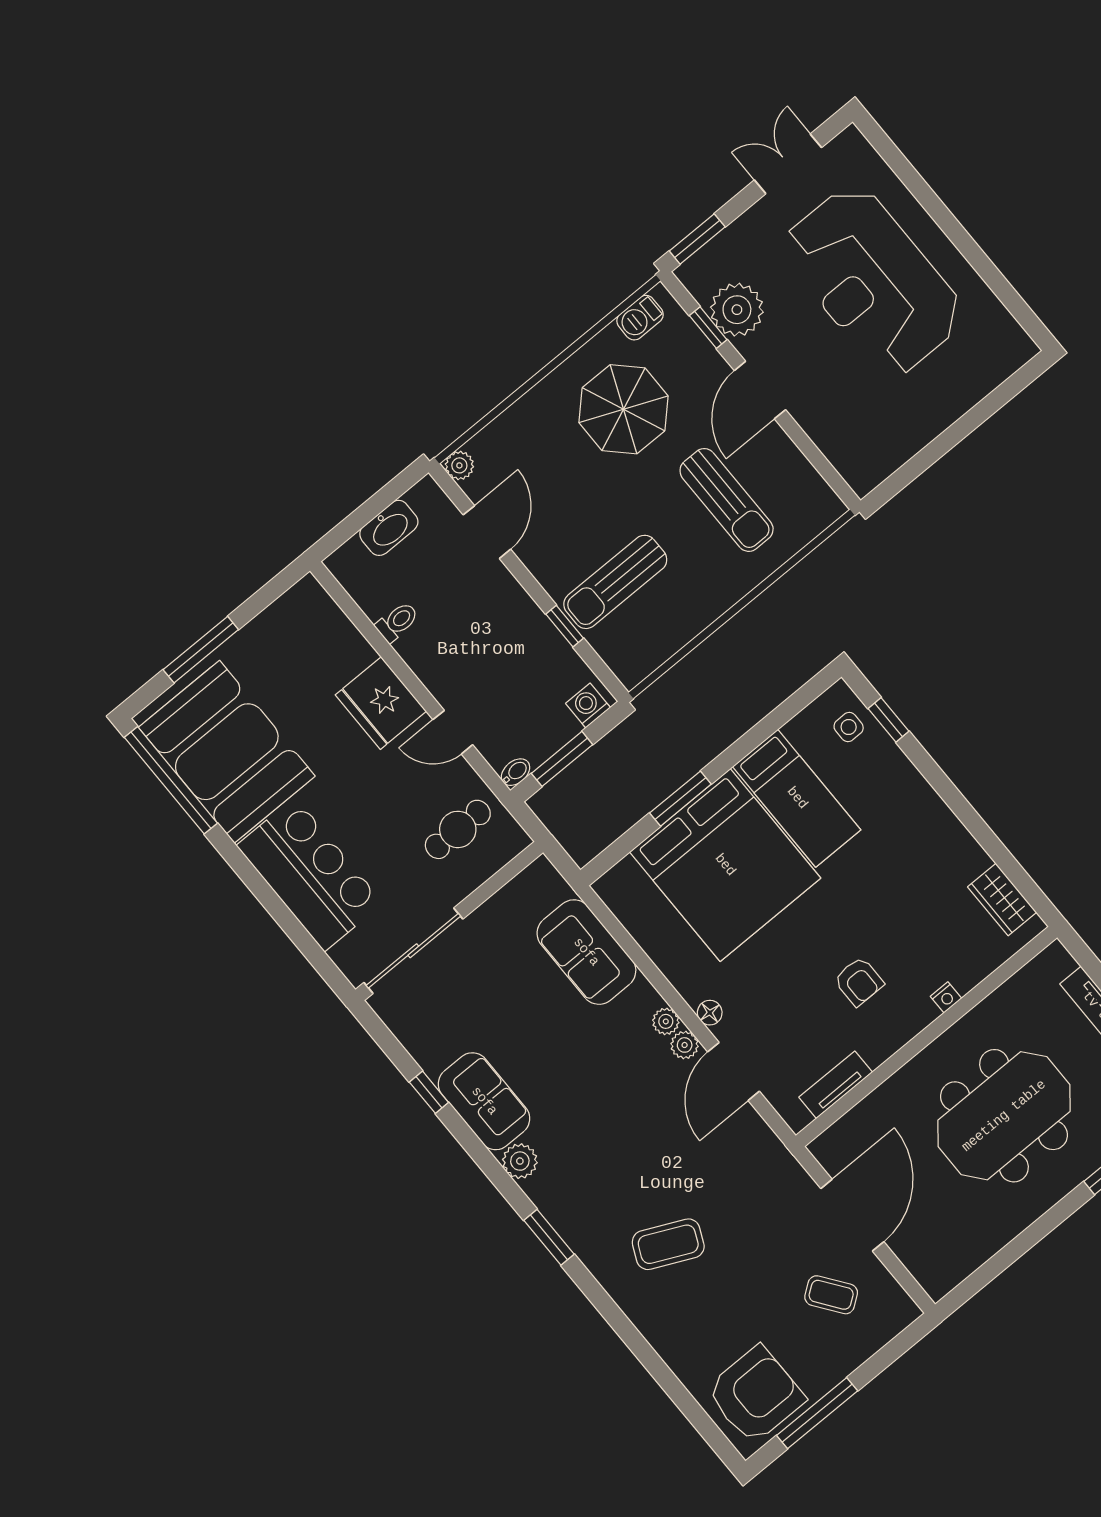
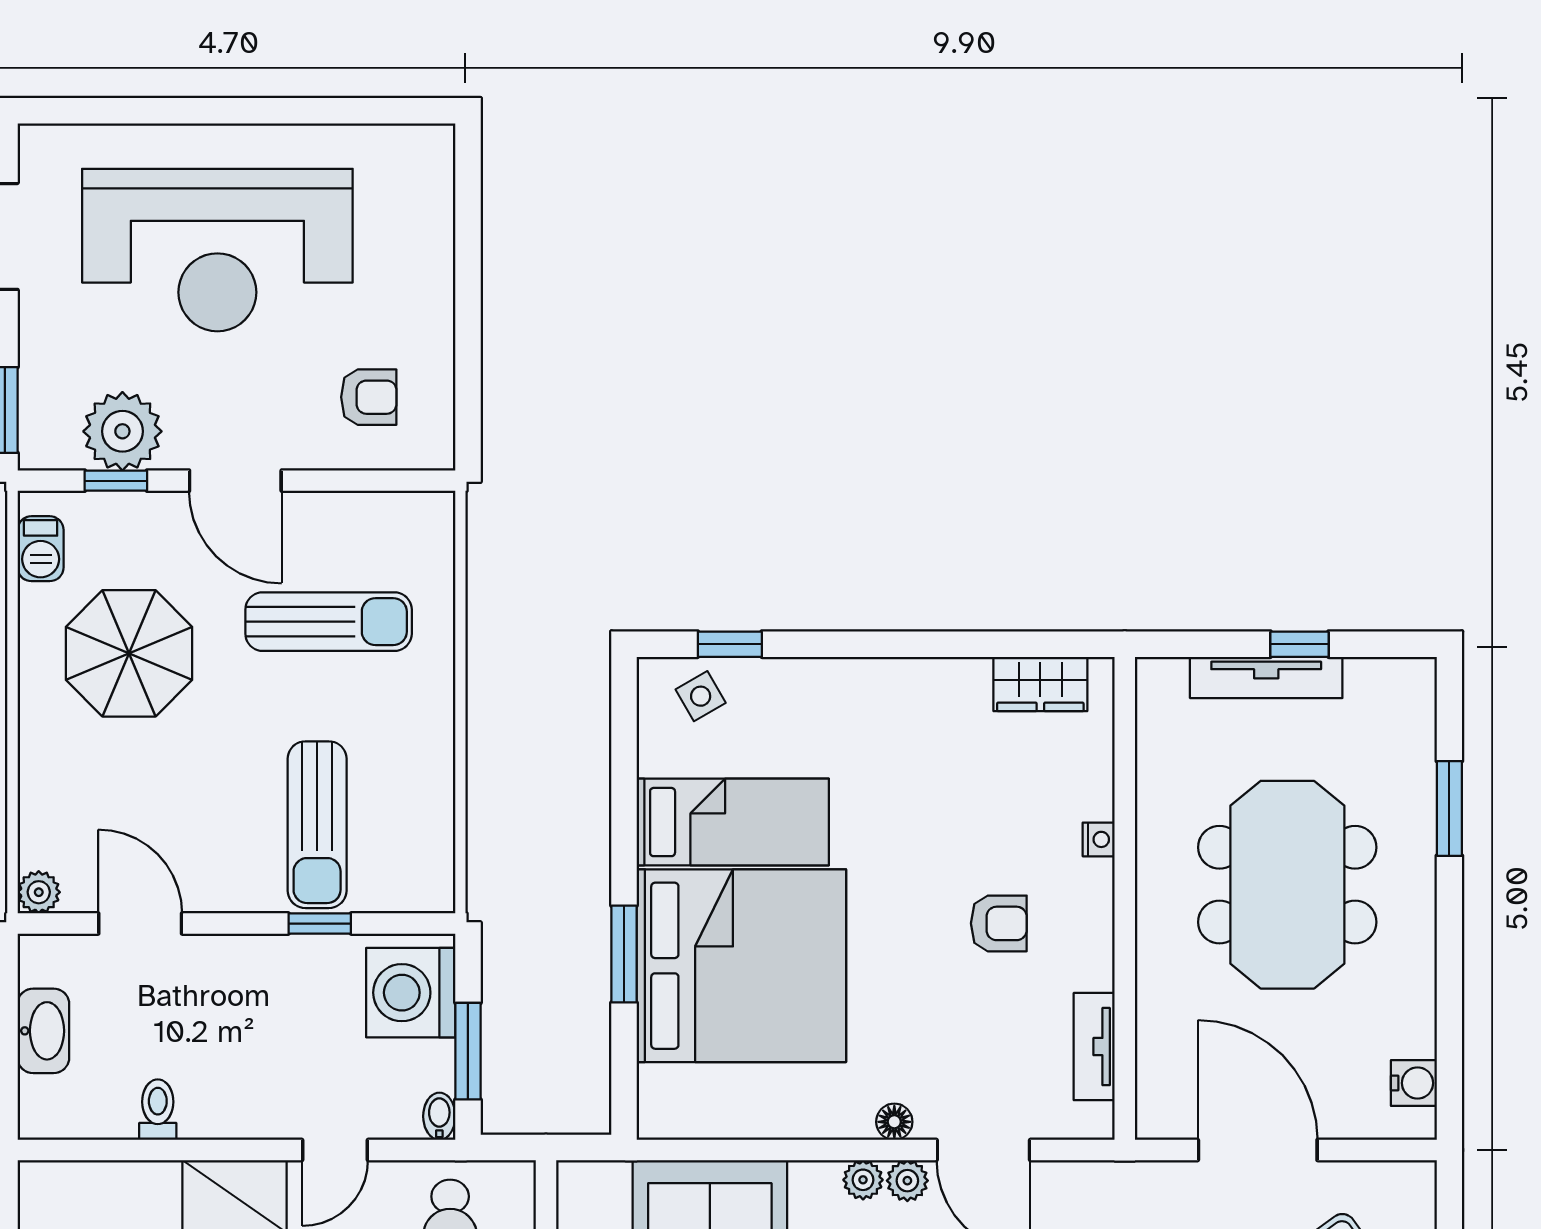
armchair: (861, 424) -> (369, 397), added
washing machine: (588, 706) -> (411, 993), width x1.89, depth x1.89
side table: (849, 727) -> (701, 696), turned -30
water cooler: (955, 1268) -> (1414, 1083), added

